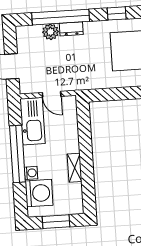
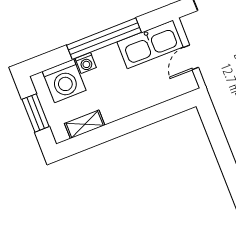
shelving: (75, 168) -> (85, 124), moved

